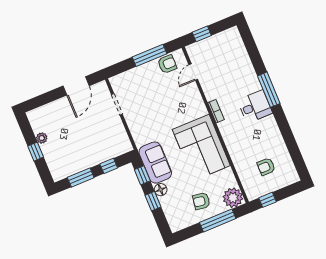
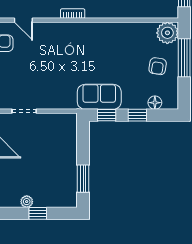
corner sofa: (201, 148) -> (103, 44), removed
window: (109, 166) -> (83, 145), removed
floor lamp: (161, 190) -> (155, 103), moved

